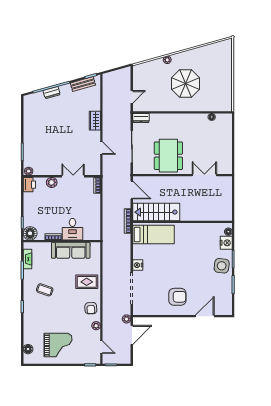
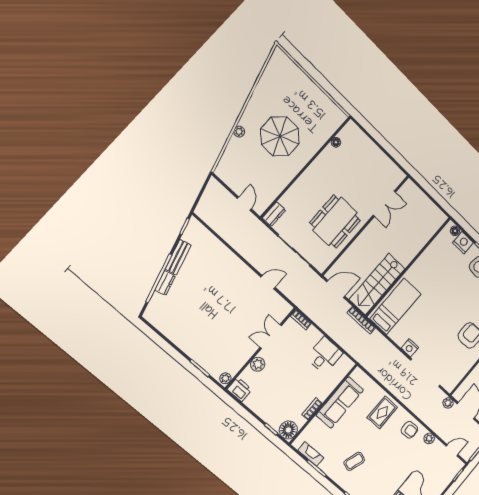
bench: (83, 84) -> (178, 257), moved
wardrobe: (95, 121) -> (235, 264), removed
dining table: (168, 156) -> (335, 221), turned 90
double door: (204, 175) -> (384, 204), swing flipped
desk: (73, 229) -> (324, 355), moved, turned -90

